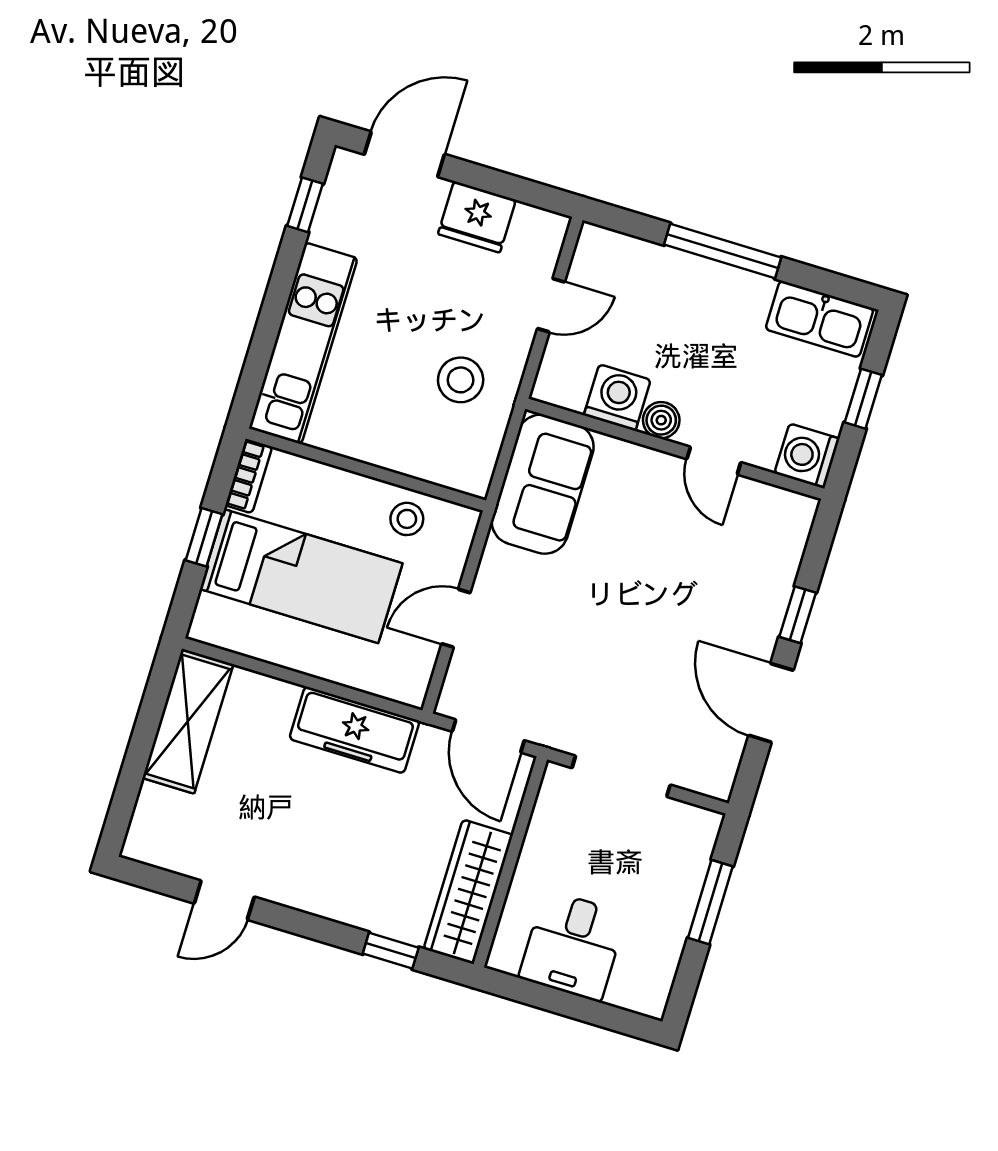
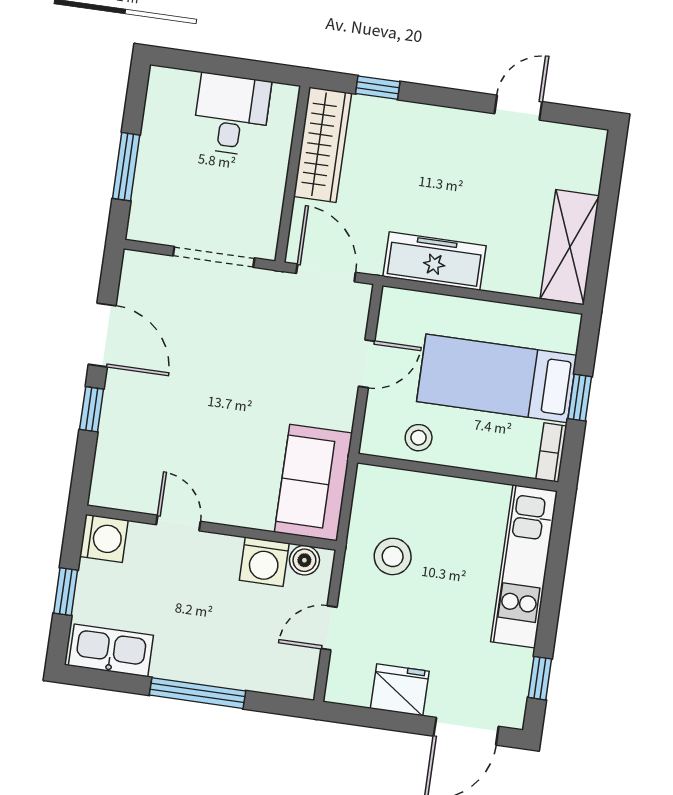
boiler: (661, 420) -> (304, 560), moved

